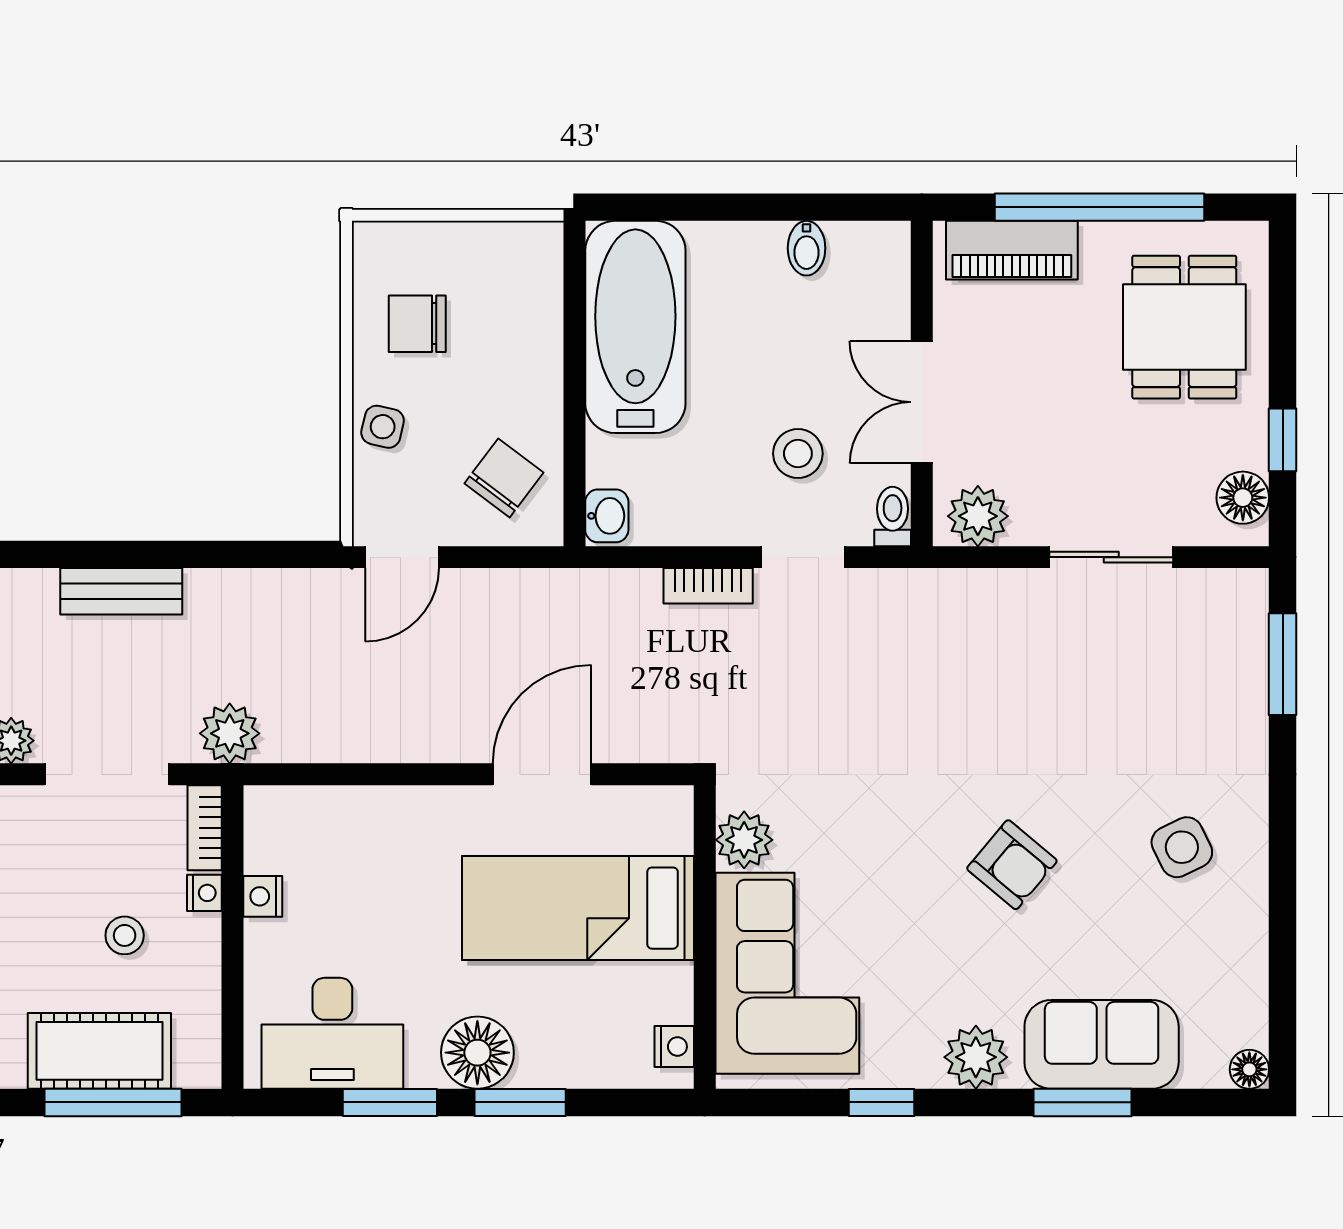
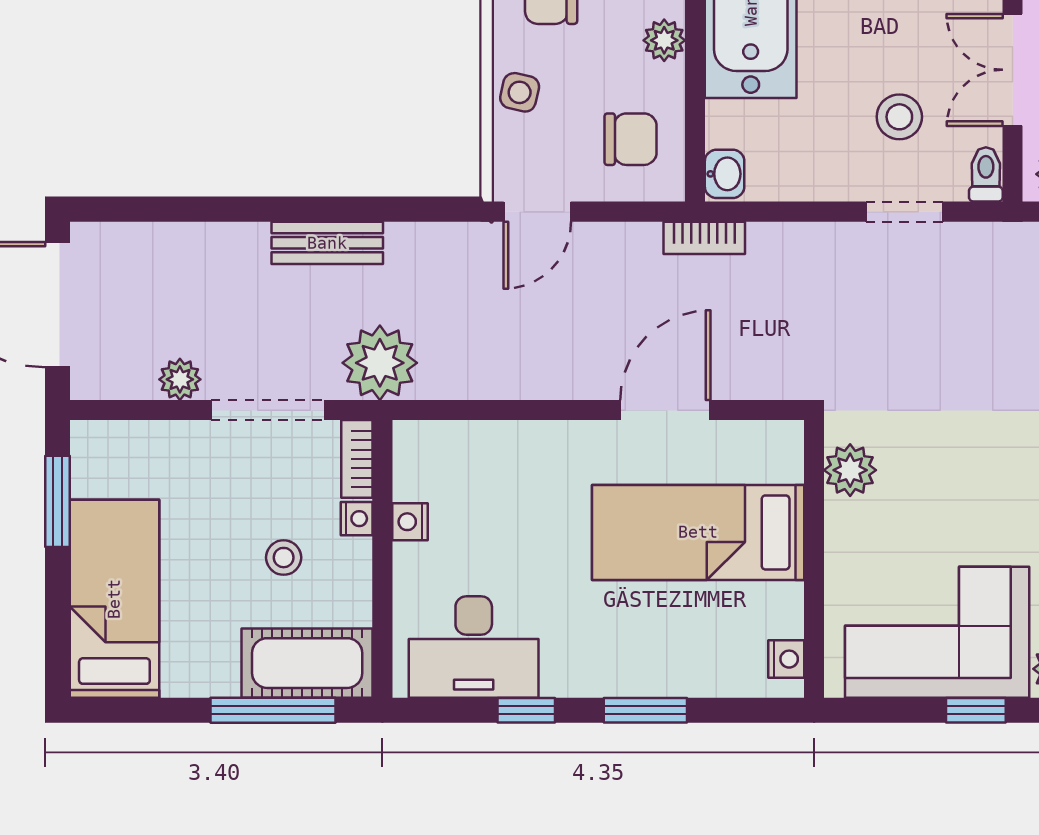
plant: (541, 370) -> (664, 40), added
chair: (504, 478) -> (631, 139), turned 53
bookcase: (708, 586) -> (704, 238), moved
bench: (121, 591) -> (327, 243), moved
plant: (230, 733) -> (380, 363), width x1.36, depth x1.36
corner sofa: (787, 973) -> (937, 632), moved, turned -90
cot: (99, 1051) -> (307, 663), moved
floor lamp: (477, 1053) -> (606, 665), removed
window: (390, 1102) -> (526, 710), width x0.67

